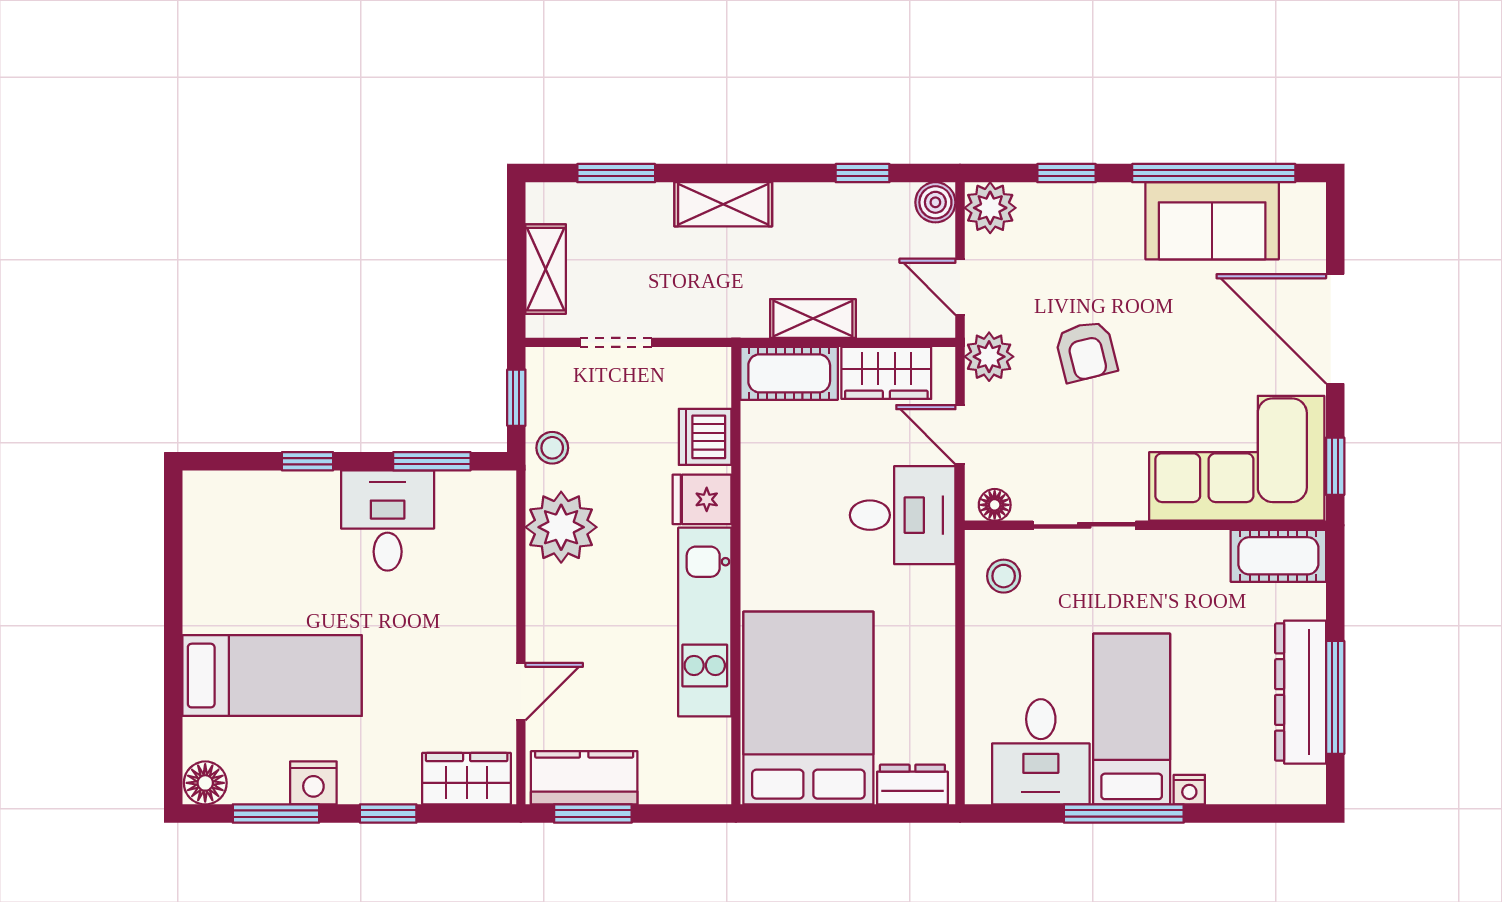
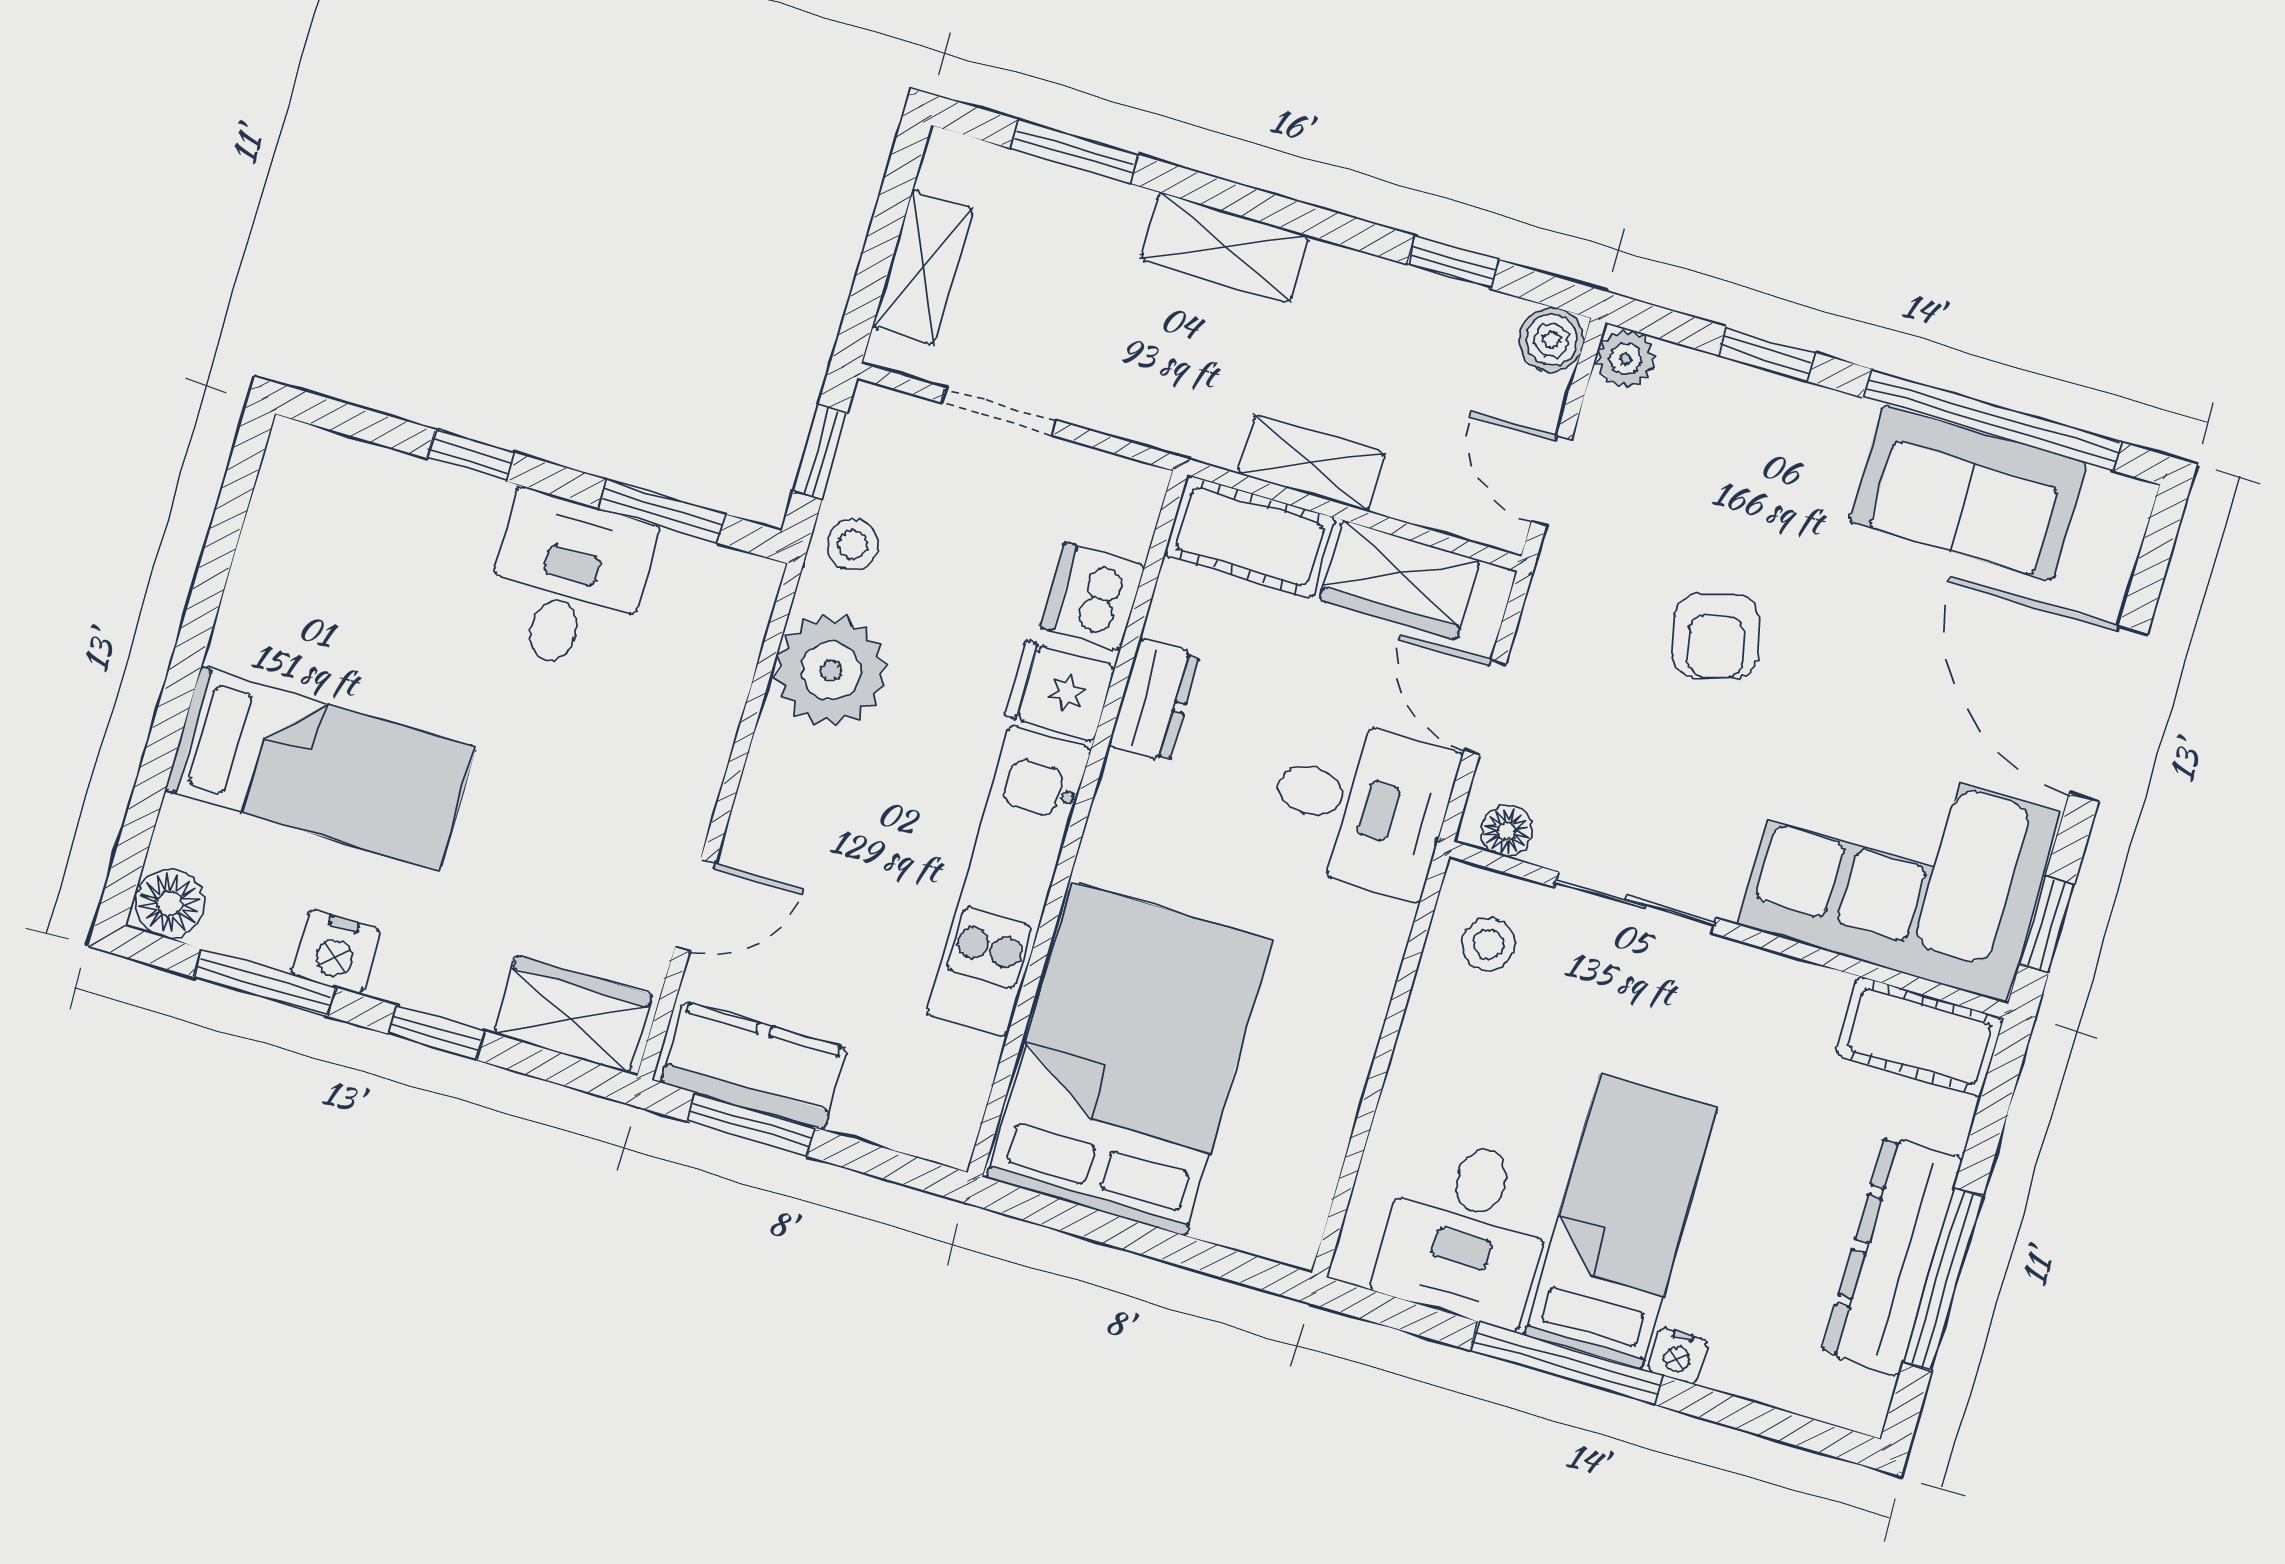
plant: (990, 208) -> (1626, 359), width x0.73, depth x0.73
plant: (989, 357) -> (1565, 601), removed
dresser: (912, 784) -> (1154, 700), moved, turned 90

